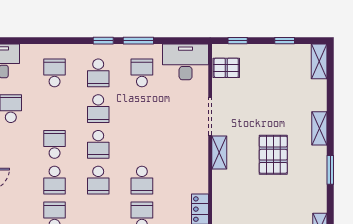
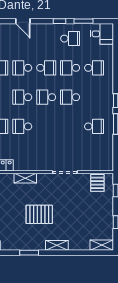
desk: (186, 62) -> (101, 156), removed
school desk: (98, 73) -> (70, 68), moved
shelving: (219, 153) -> (25, 178), moved

